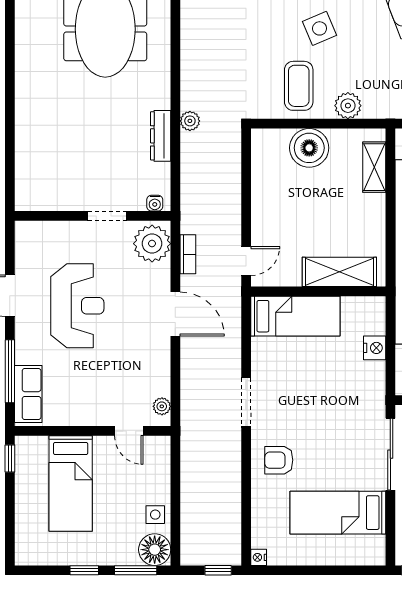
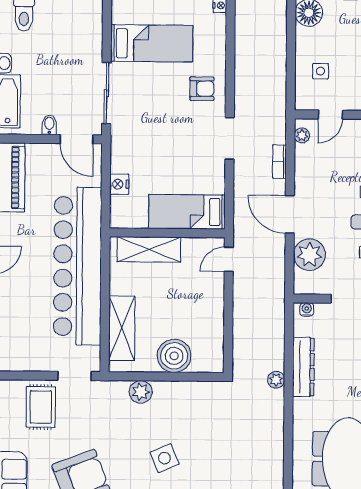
coffee table: (299, 86) -> (183, 409), removed
dresser: (161, 136) -> (303, 367), width x1.37, depth x1.24
shelving: (374, 167) -> (122, 328), width x1.50, depth x1.33
plant: (152, 244) -> (309, 255), moved
bookcase: (188, 254) -> (279, 161), moved
door: (129, 431) -> (330, 115), swing flipped
side table: (155, 515) -> (320, 71), moved

